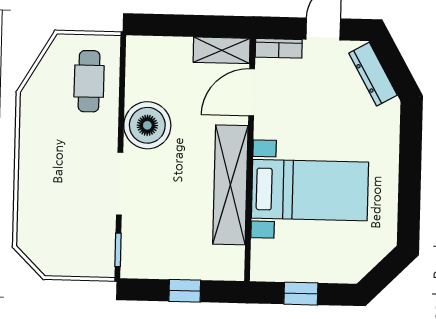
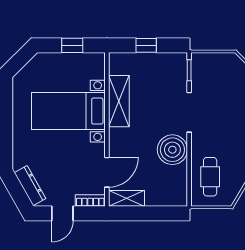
shelving: (230, 185) -> (119, 101), width x0.68

